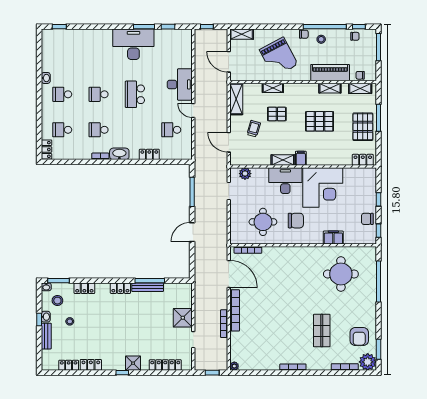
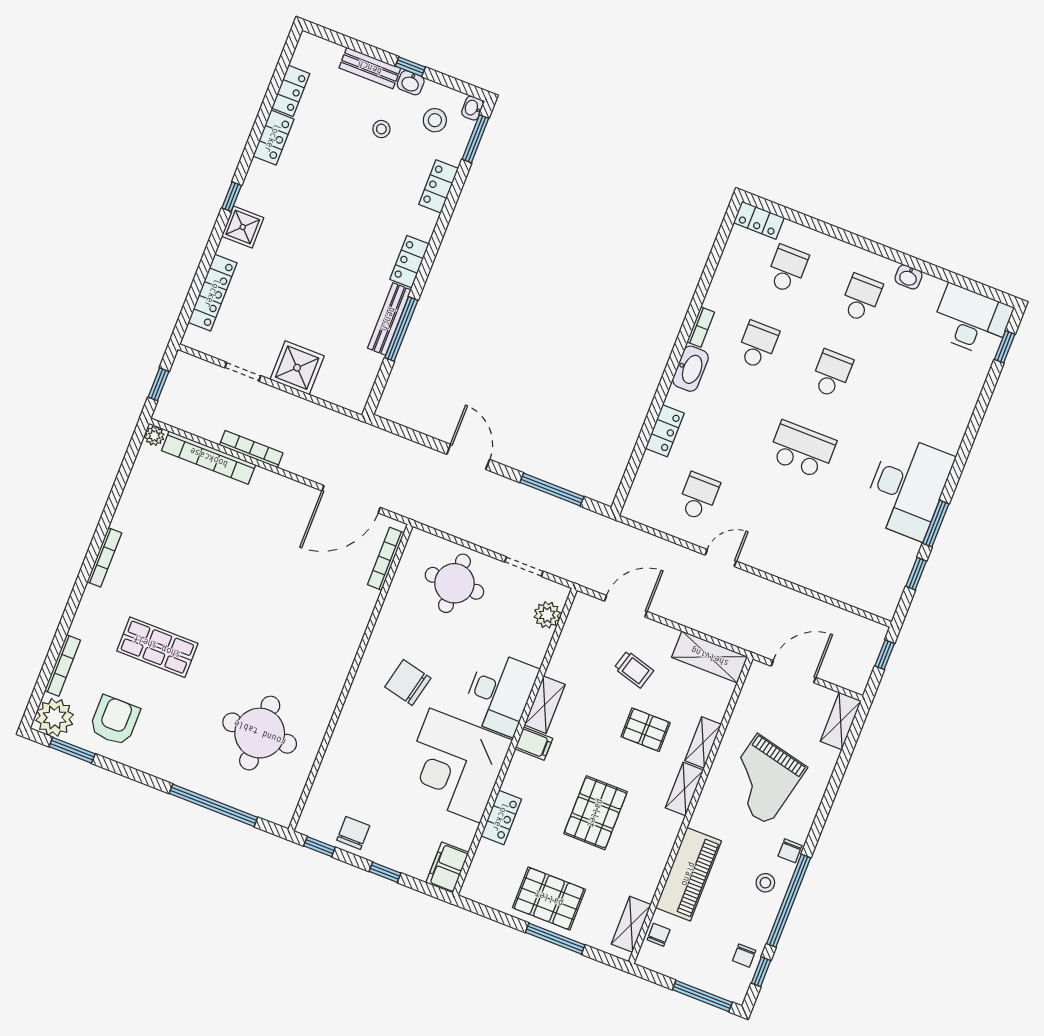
grand piano: (279, 57) -> (763, 779), turned -49
desk: (180, 84) -> (971, 321), moved, turned 180
shelving: (330, 88) -> (684, 789), moved
pallet: (277, 114) -> (646, 730), turned 90
locker: (363, 160) -> (501, 817), moved
chair: (296, 221) -> (408, 682), turned 103
round table: (263, 222) -> (454, 583), moved
filing cabinet: (333, 237) -> (447, 868), moved, turned 180
bookcase: (235, 310) -> (209, 458), moved
armchair: (359, 336) -> (115, 720), turned 90

